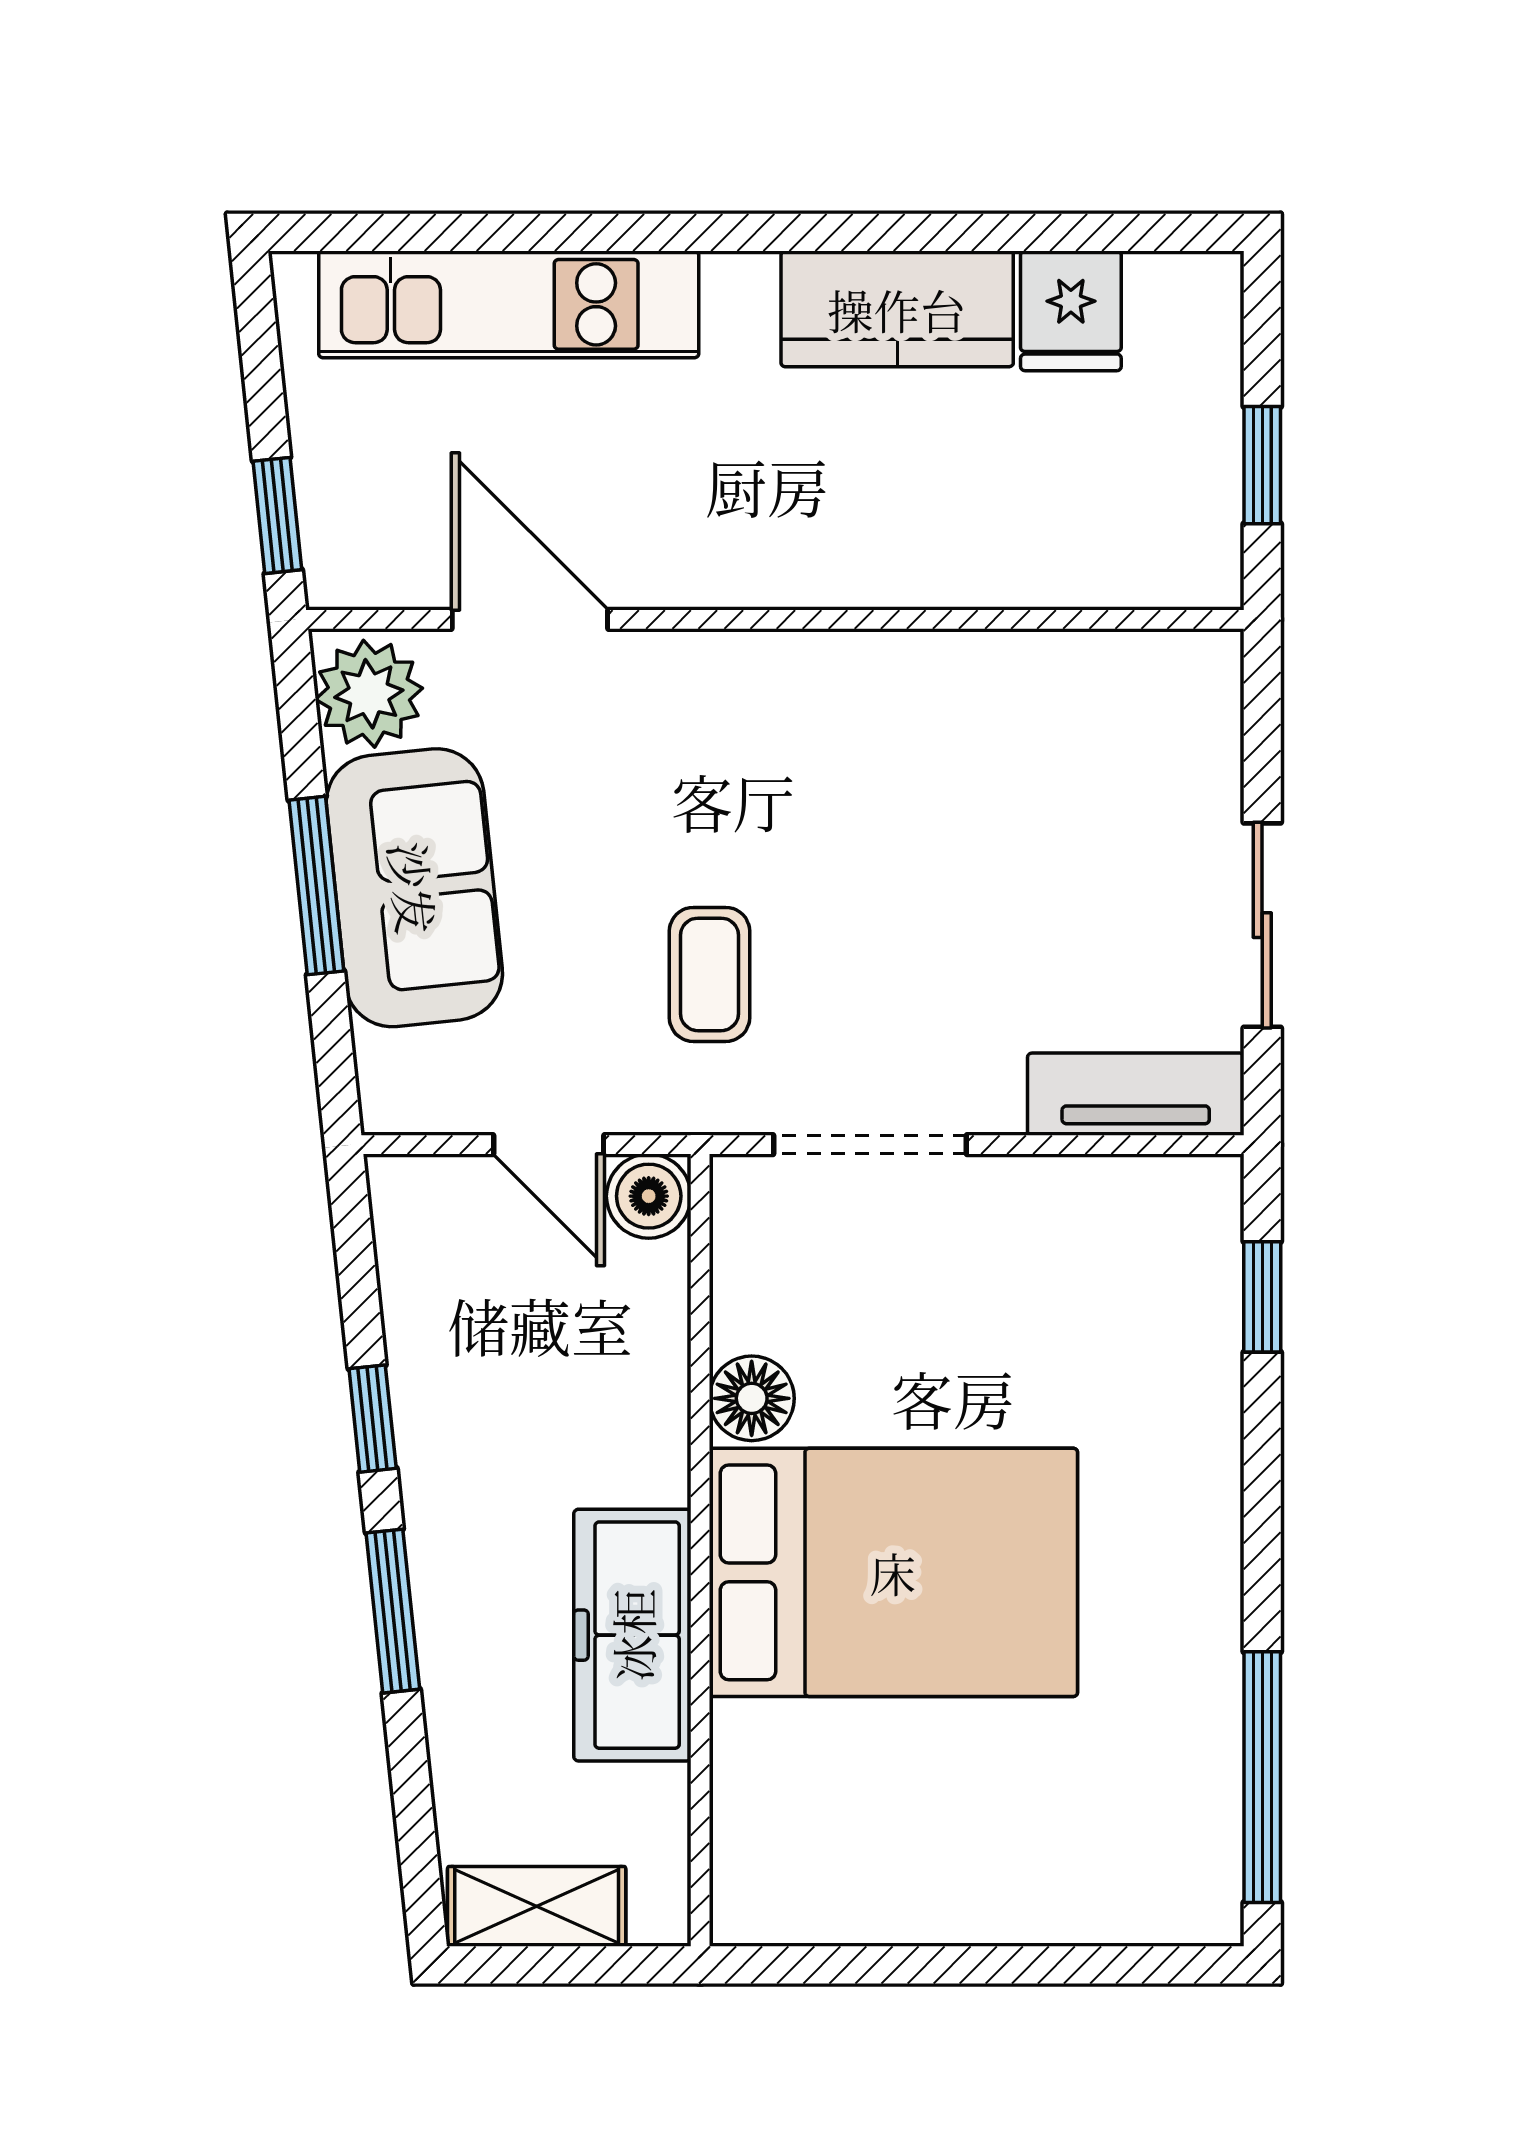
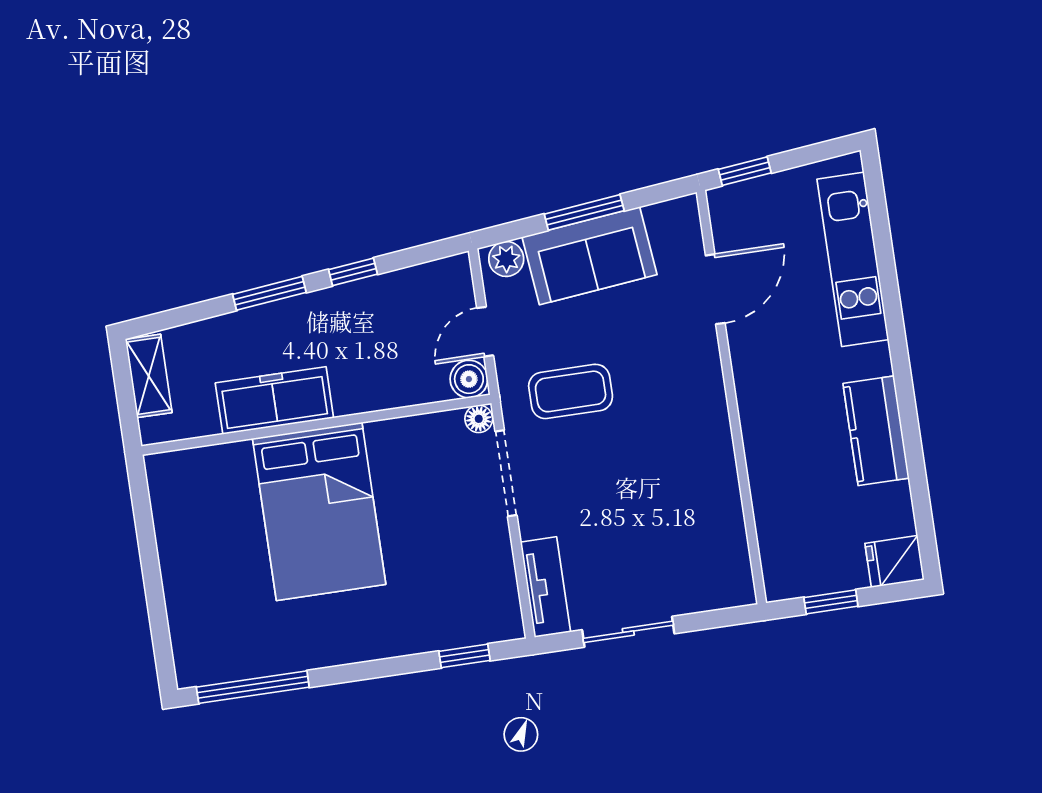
fridge: (1071, 311) -> (894, 562), moved
plant: (369, 694) -> (506, 259), moved, width x0.73, depth x0.73
coffee table: (710, 974) -> (571, 391), width x1.36, depth x1.30
floor lamp: (752, 1398) -> (479, 419), moved, width x0.73, depth x0.73

